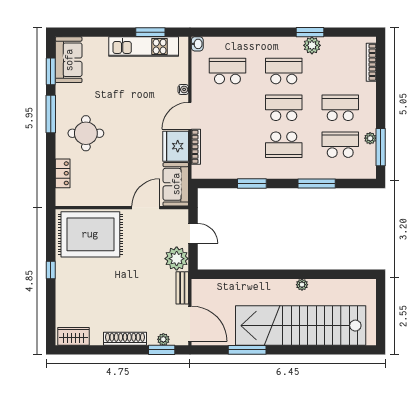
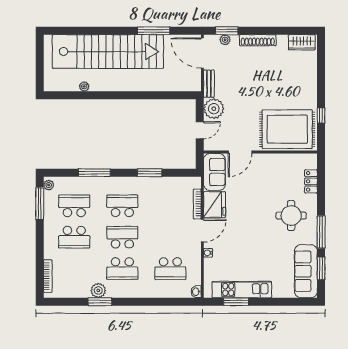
sofa: (69, 60) -> (306, 271), width x1.36
school desk: (284, 108) -> (122, 237), turned 180
plant: (370, 138) -> (49, 185), moved
school desk: (340, 145) -> (74, 206), turned 180
door: (193, 233) -> (200, 130), swing flipped
window: (51, 270) -> (321, 116), moved
plant: (302, 285) -> (84, 86), moved

